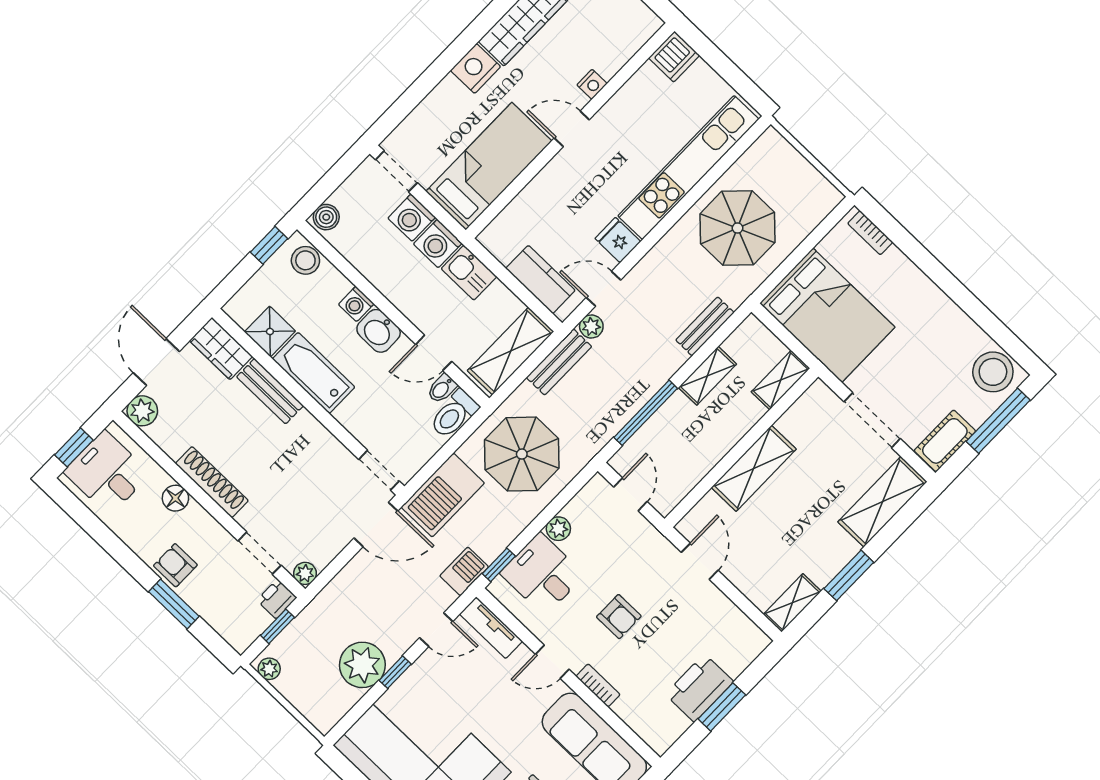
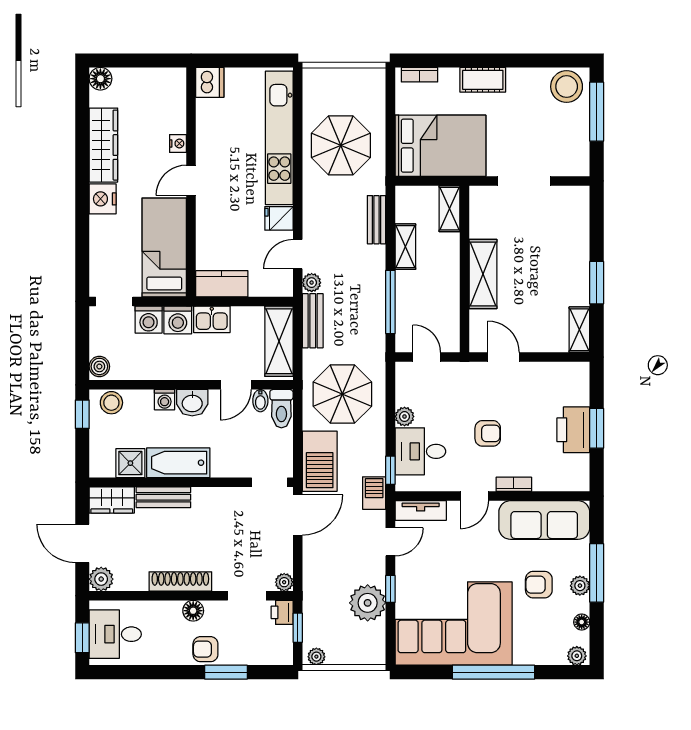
kitchen counter: (540, 279) -> (222, 284), moved
cot: (945, 441) -> (483, 80), moved, turned 90
floor lamp: (175, 498) -> (193, 611), moved
shelving: (883, 502) -> (575, 222), removed

